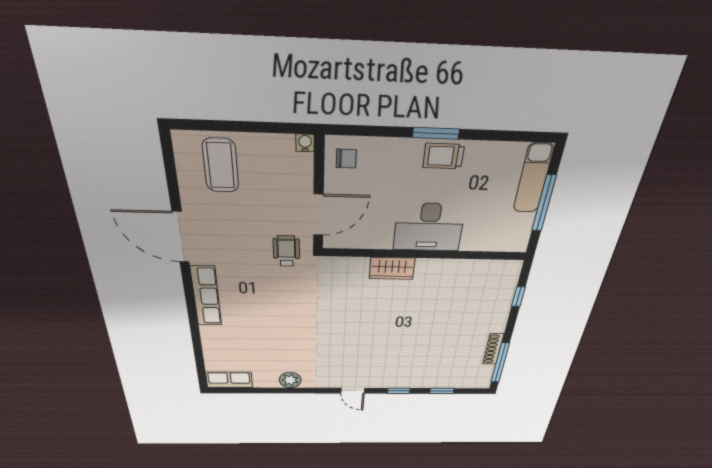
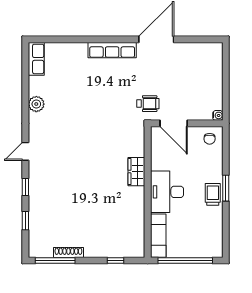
coffee table: (221, 165) -> (203, 68), removed
exam couch: (533, 178) -> (158, 236), moved, turned 90
window: (544, 203) -> (185, 261), width x1.46

